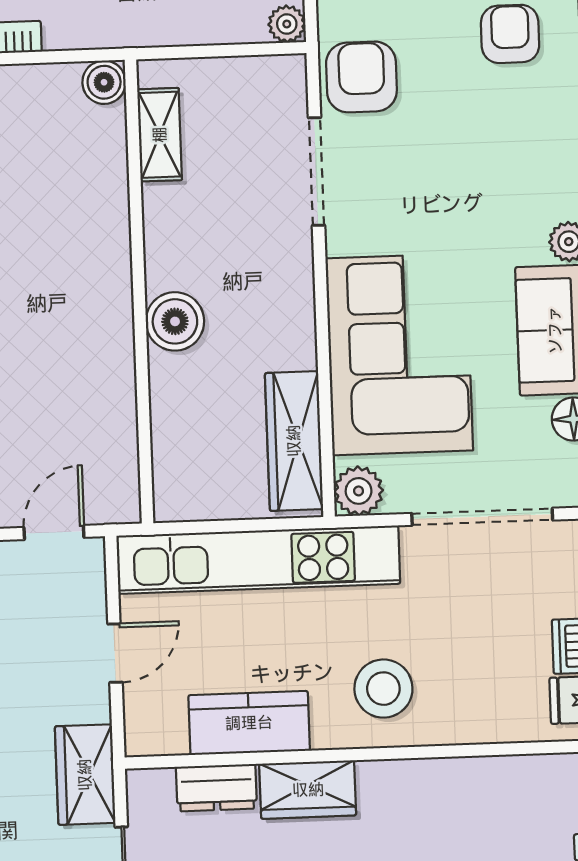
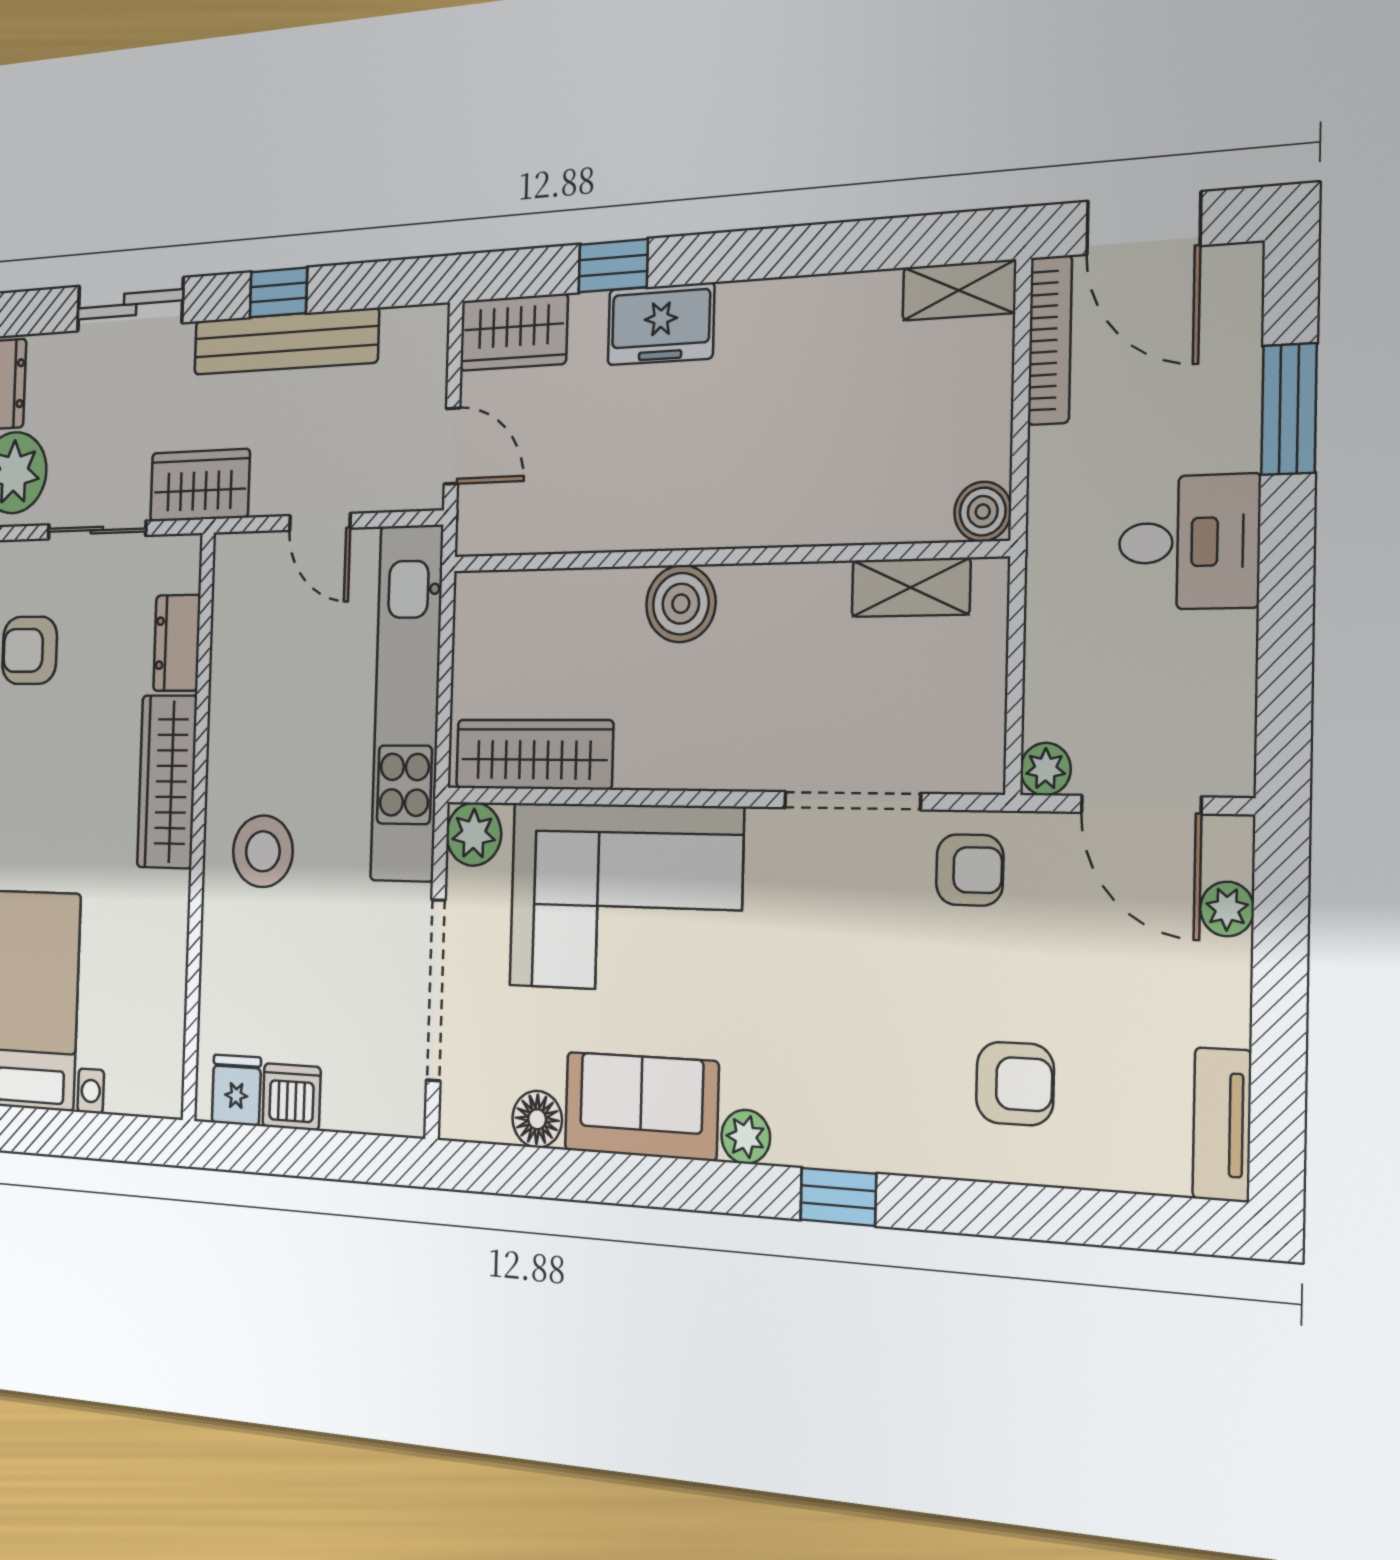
armchair: (361, 77) -> (970, 870), width x0.72, depth x0.72
kitchen counter: (249, 723) -> (238, 685), removed
wardrobe: (308, 790) -> (167, 782), width x1.50

